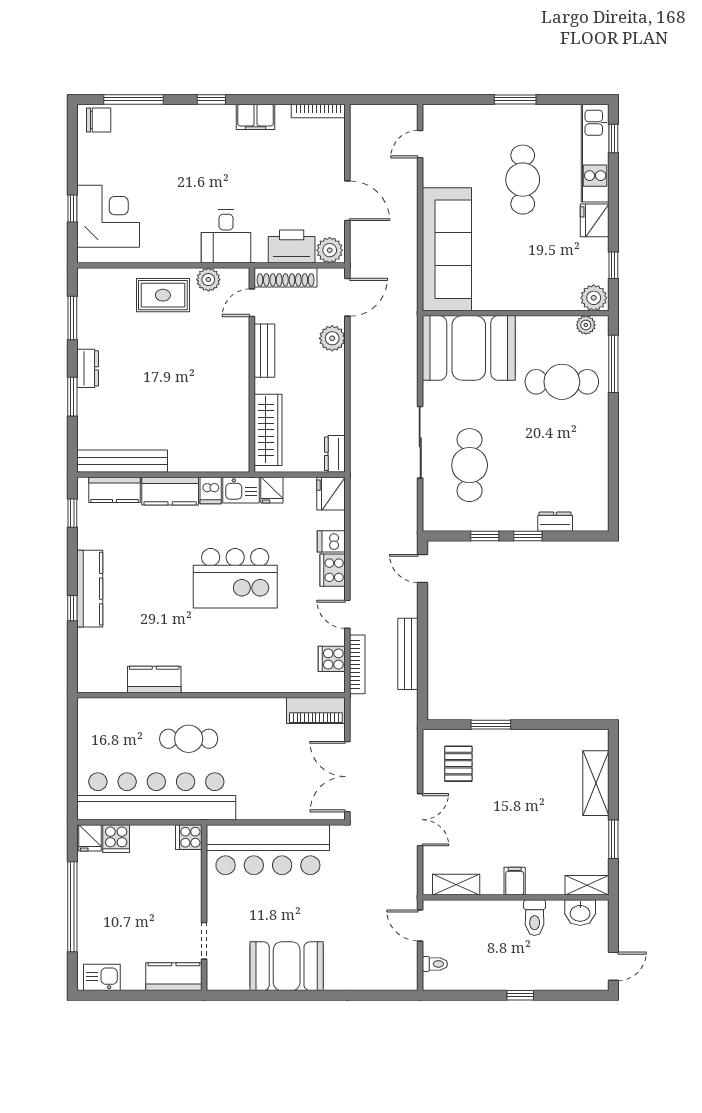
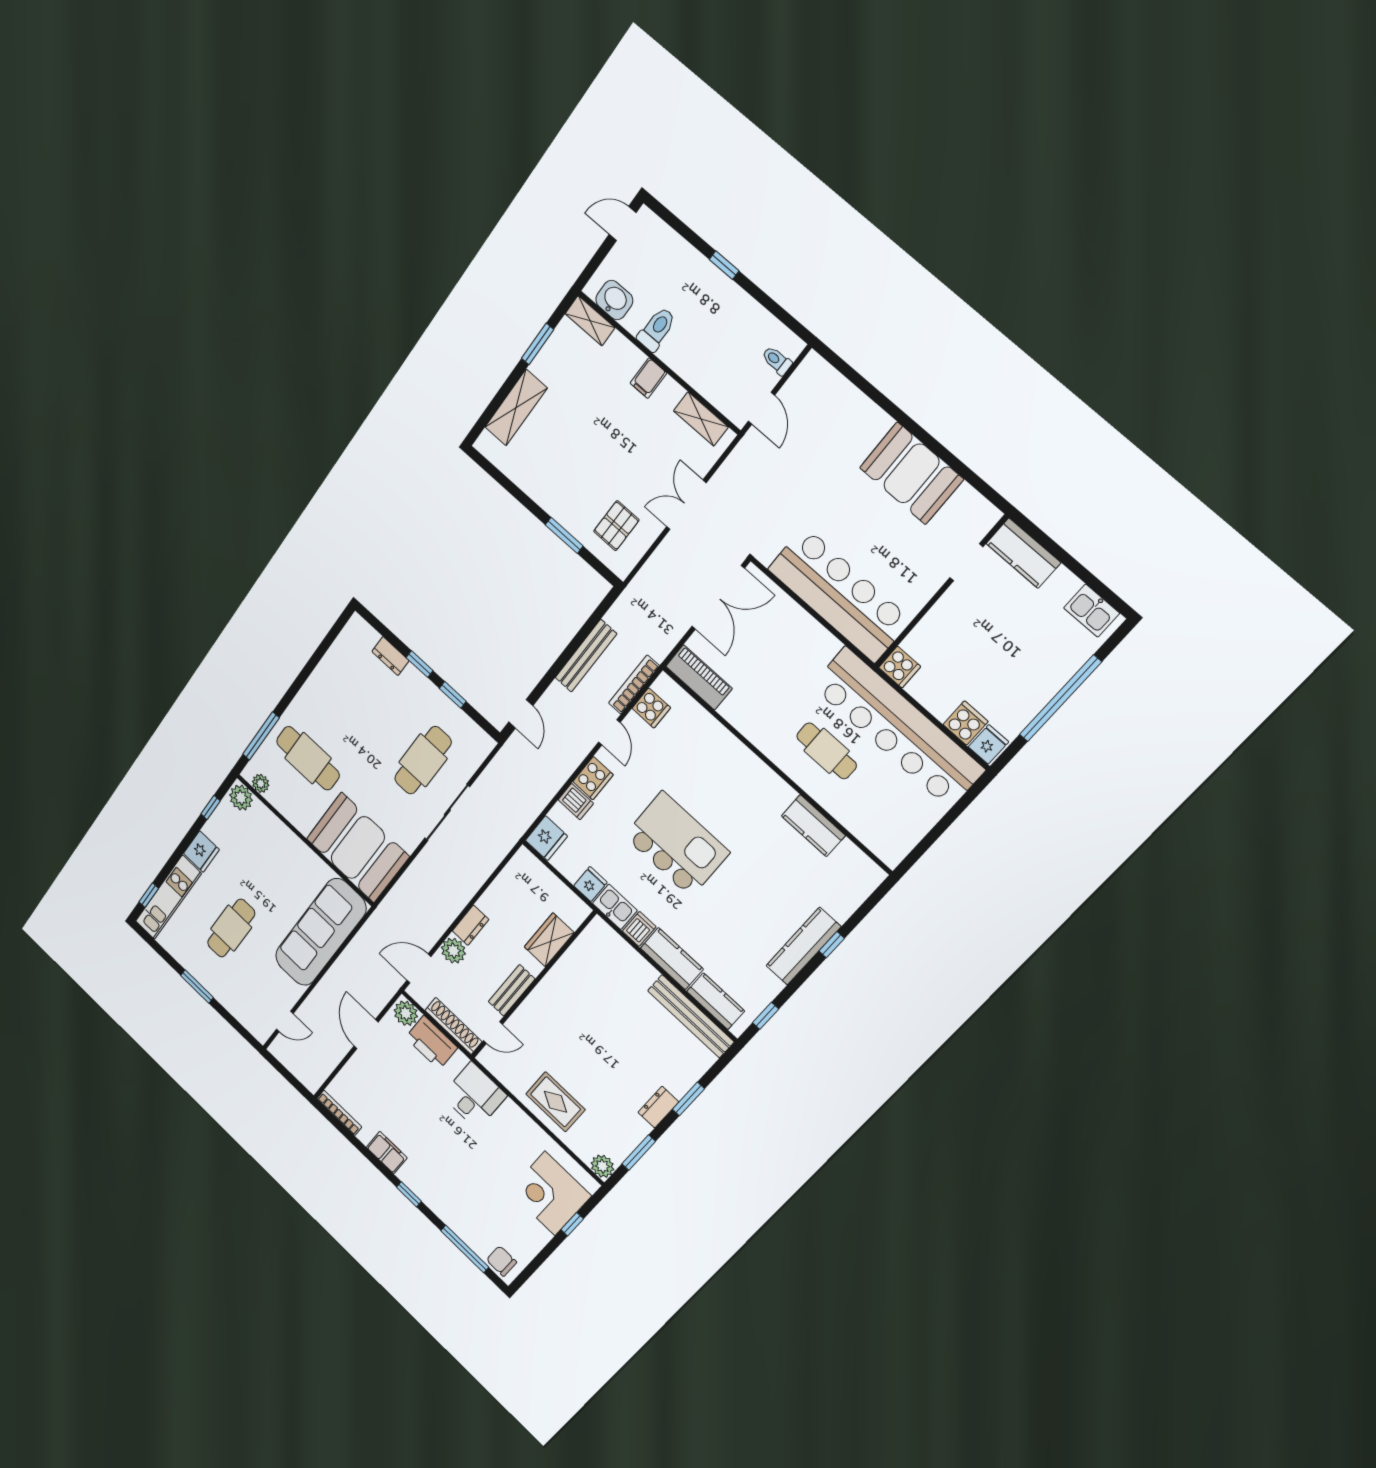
plant: (208, 280) -> (602, 1166), moved
wardrobe: (268, 430) -> (549, 940), width x0.67
dresser: (335, 454) -> (471, 925), moved

